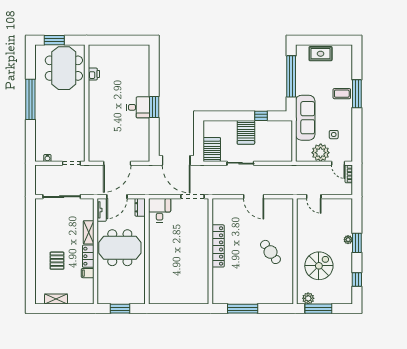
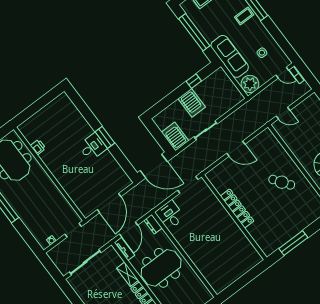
plant: (321, 153) -> (250, 84), moved

